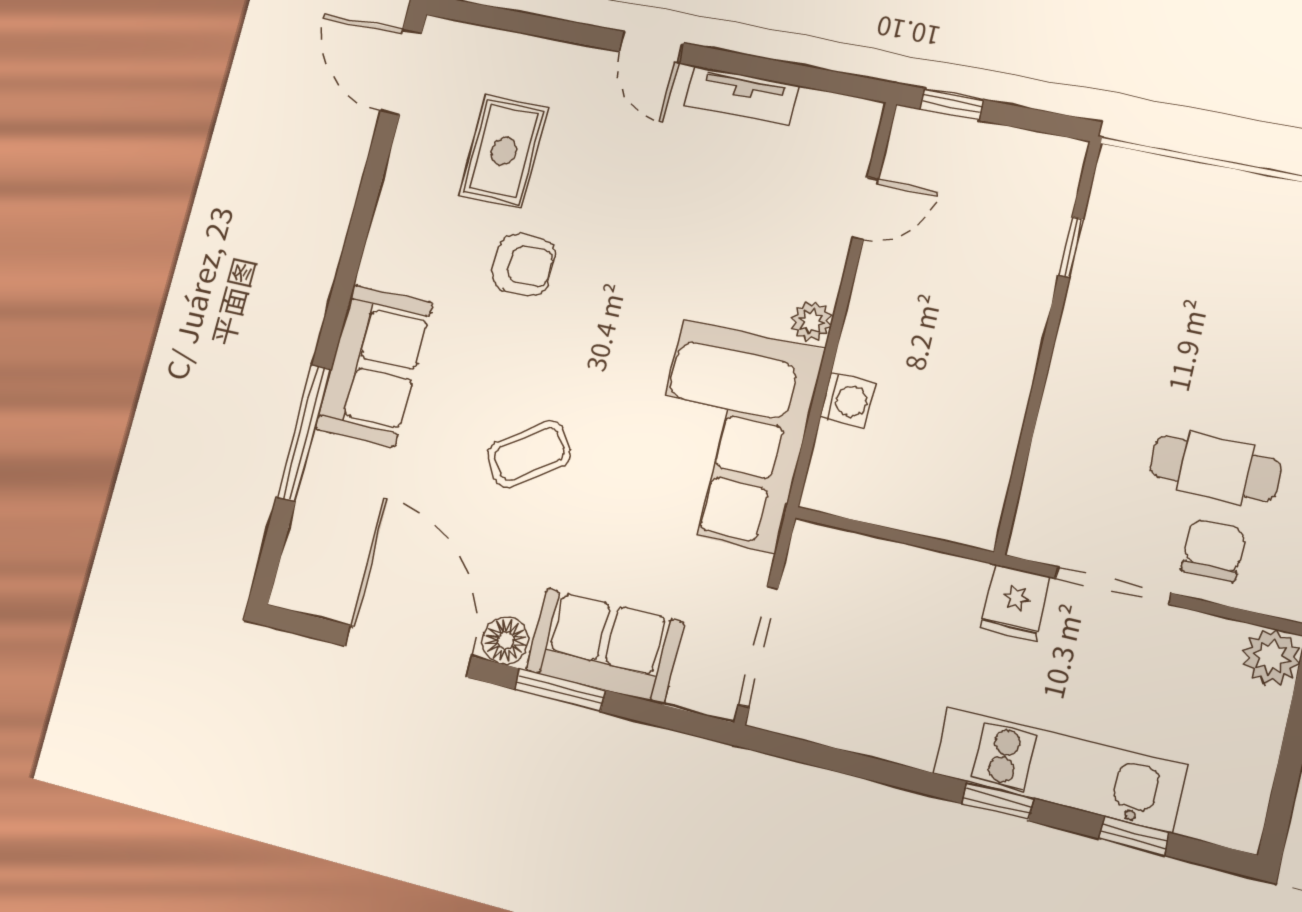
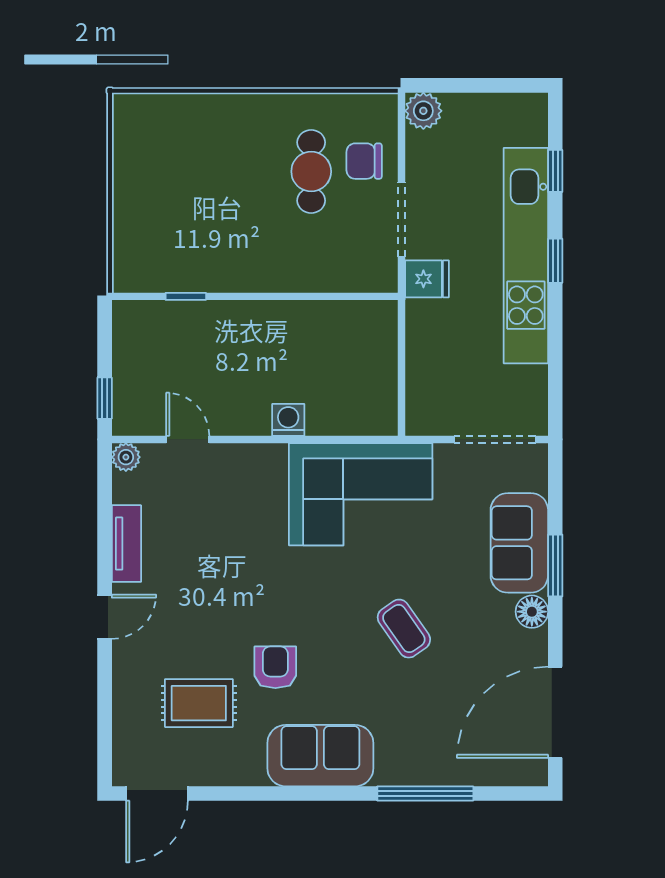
plant: (812, 321) -> (126, 457), moved
sofa: (374, 366) -> (320, 756), moved
washing machine: (848, 400) -> (288, 420), moved
door: (408, 651) -> (555, 712), moved
kitchen unit: (1059, 769) -> (526, 256), width x1.36

